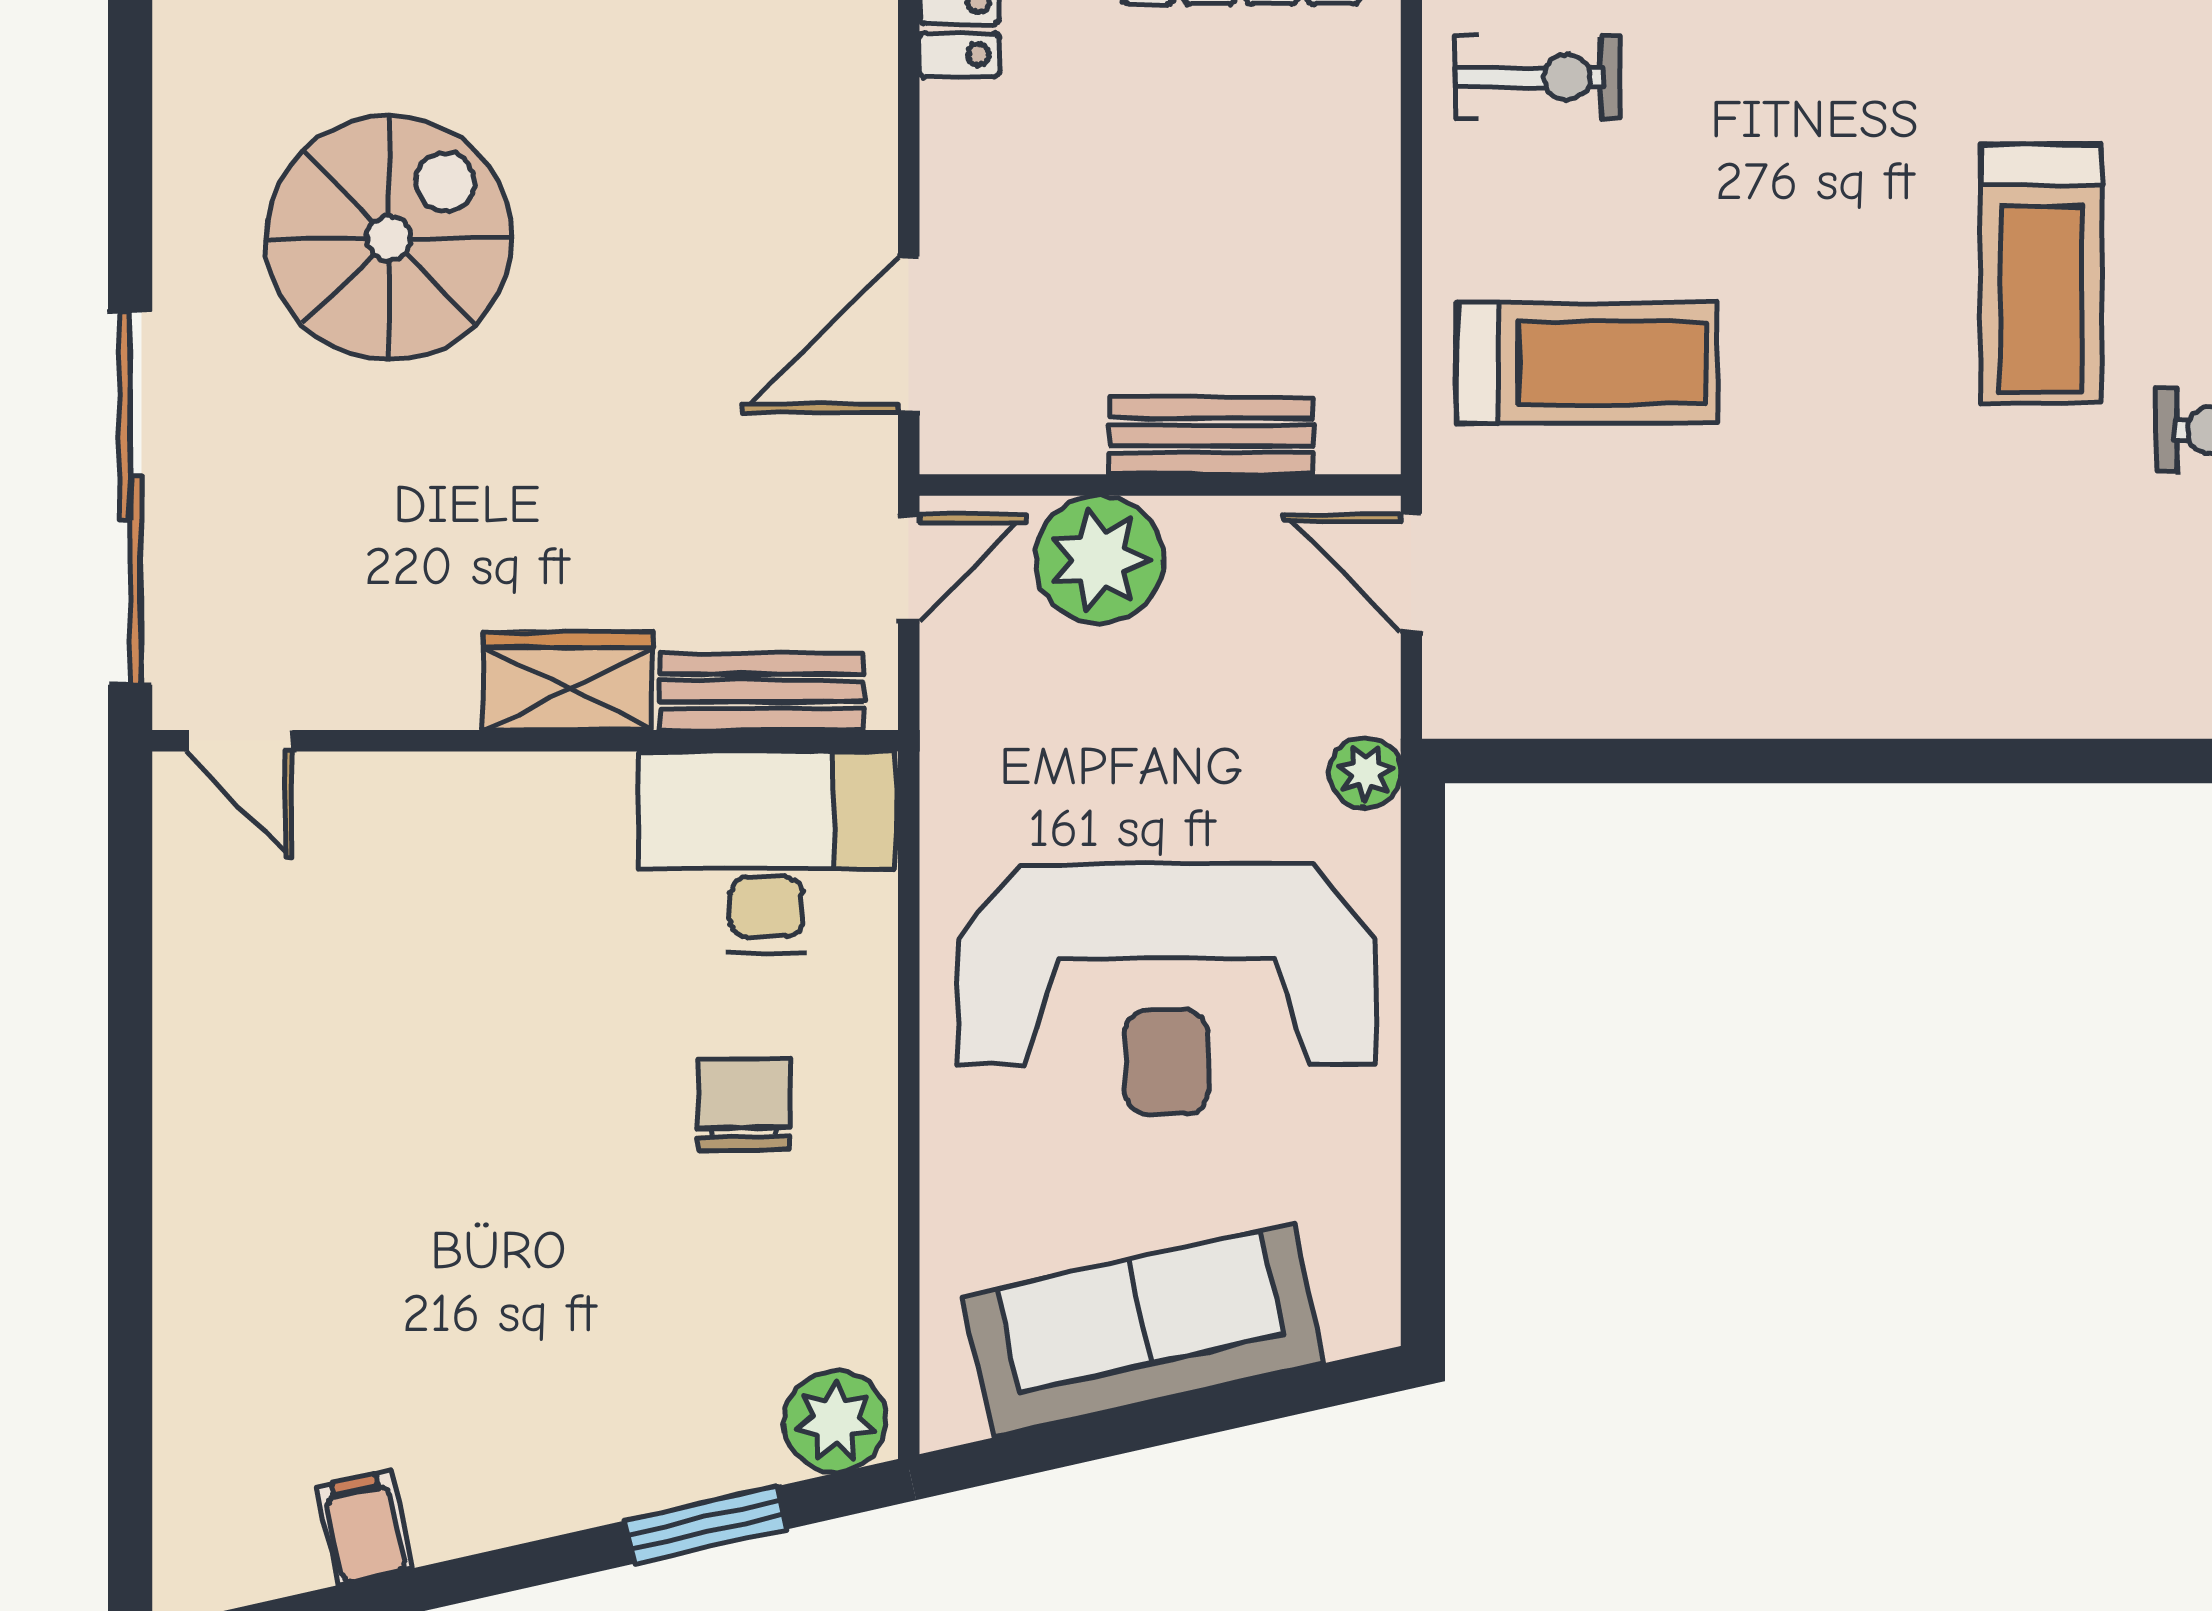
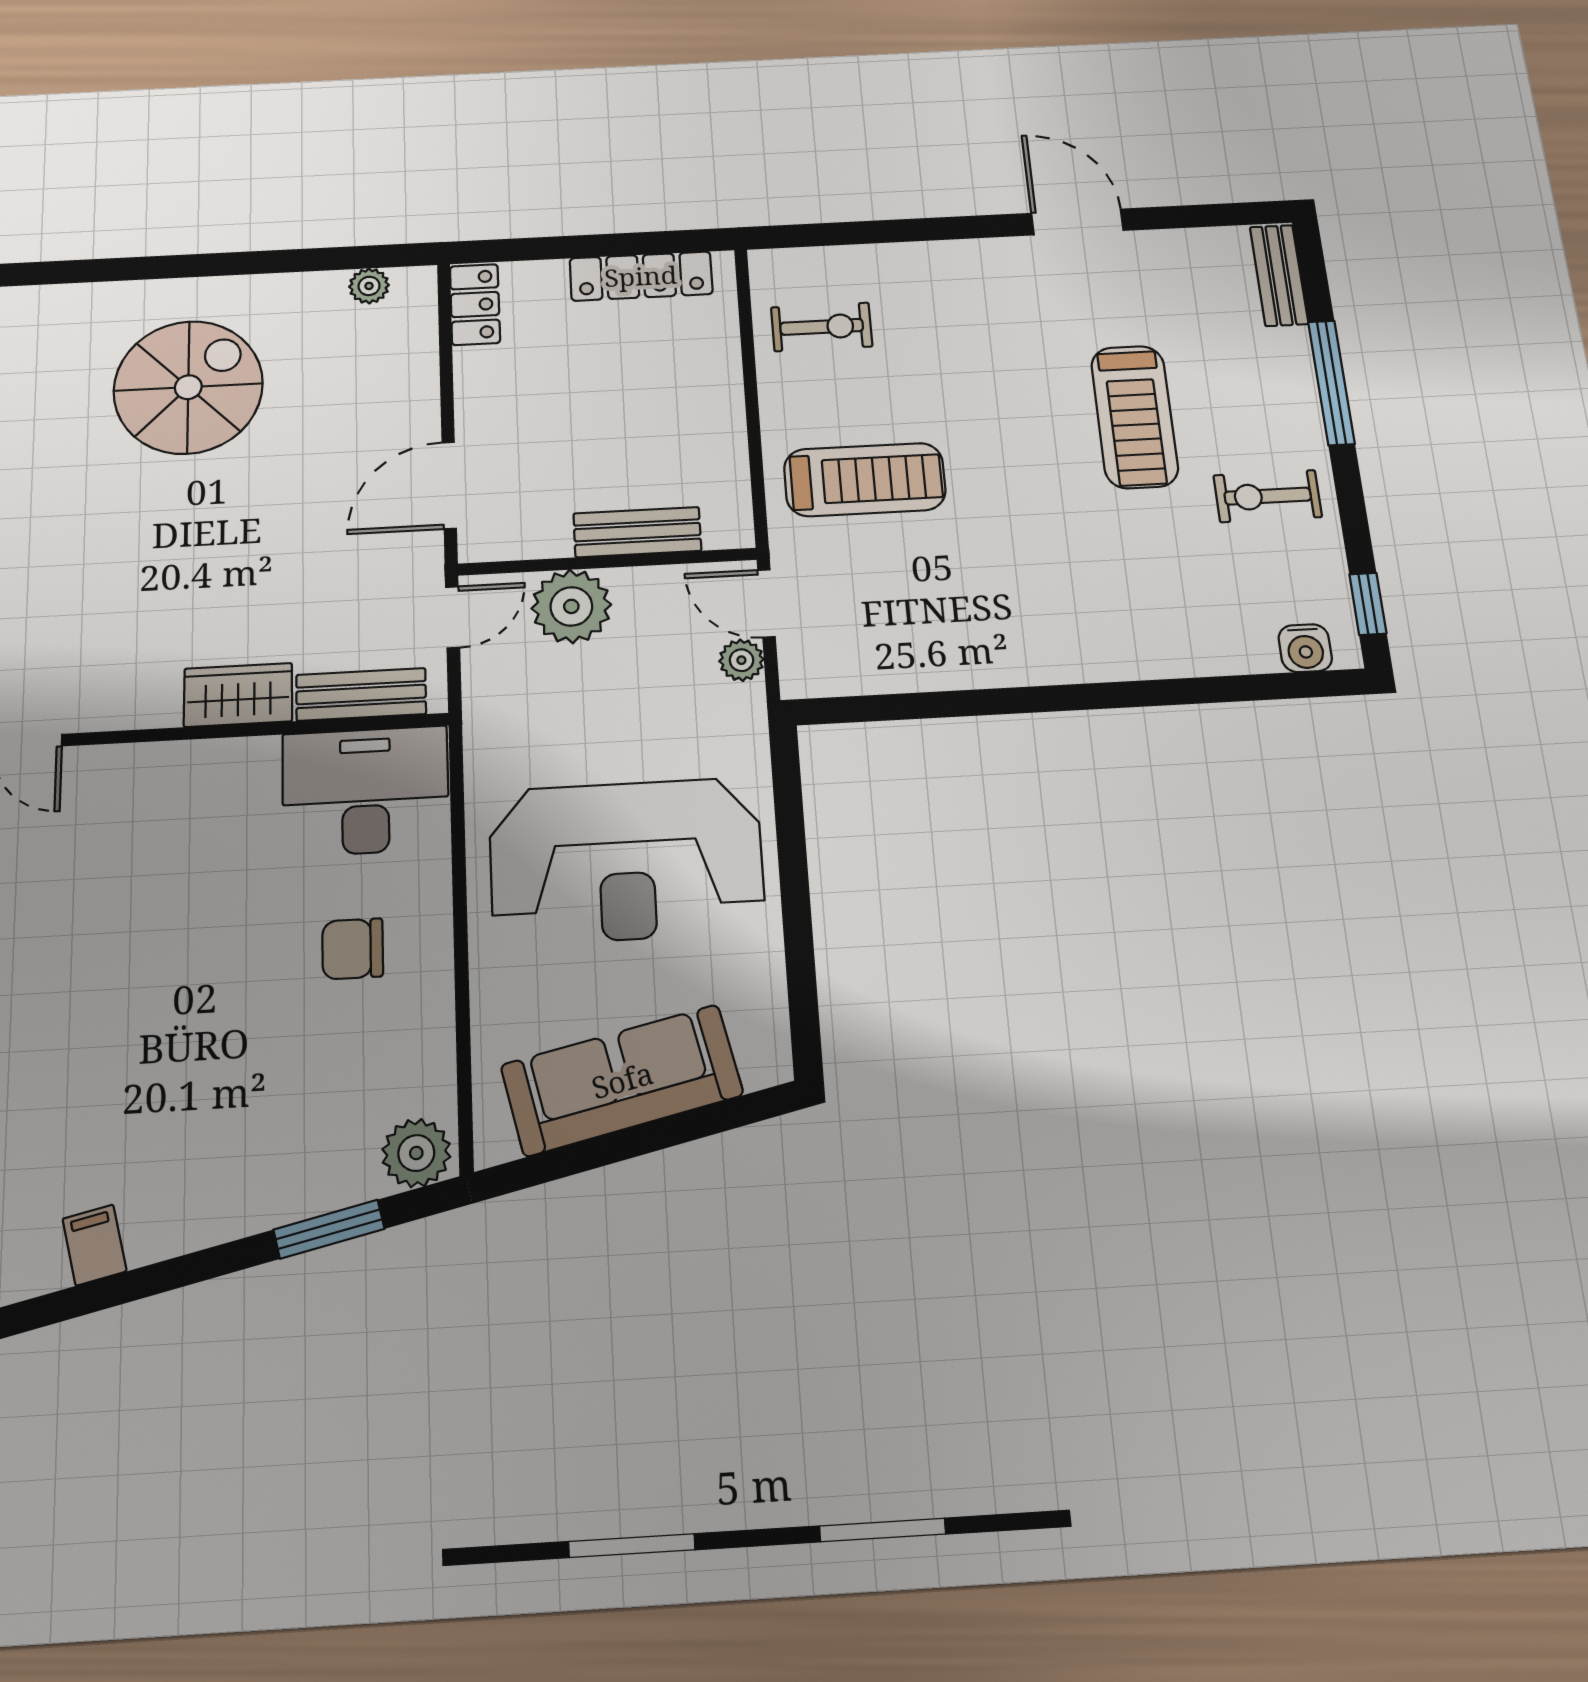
spiral stairs: (389, 238) -> (188, 387), moved
plant: (1365, 773) -> (741, 660), moved
chair: (744, 1105) -> (353, 949), turned -90

